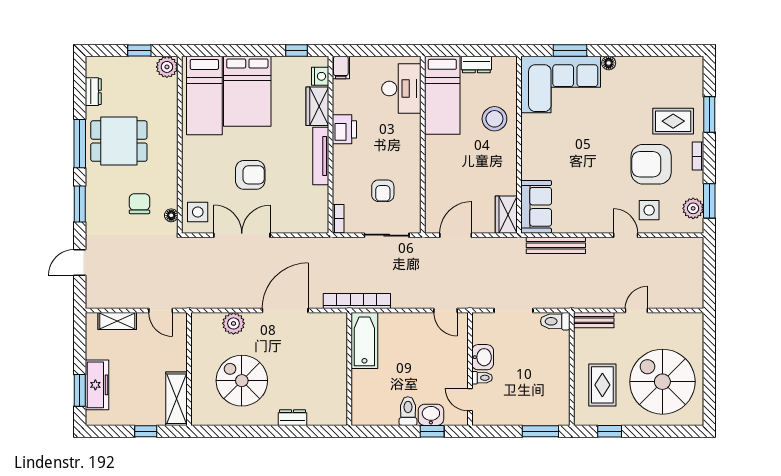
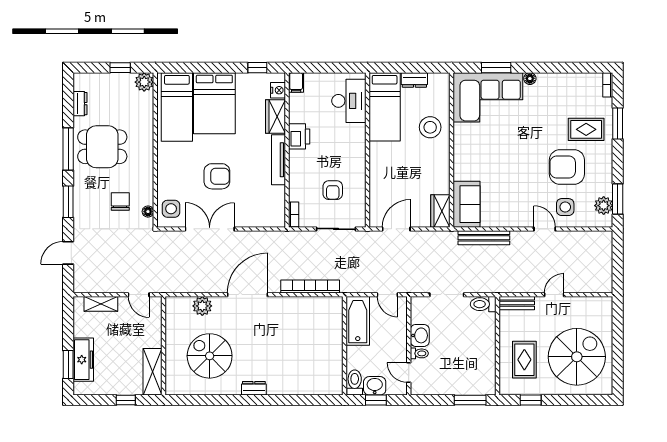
bookcase: (698, 156) -> (608, 85), moved
bathtub: (364, 341) -> (358, 321), moved
wall: (349, 369) -> (345, 346), moved
spiral stairs: (662, 382) -> (577, 357), turned 90

